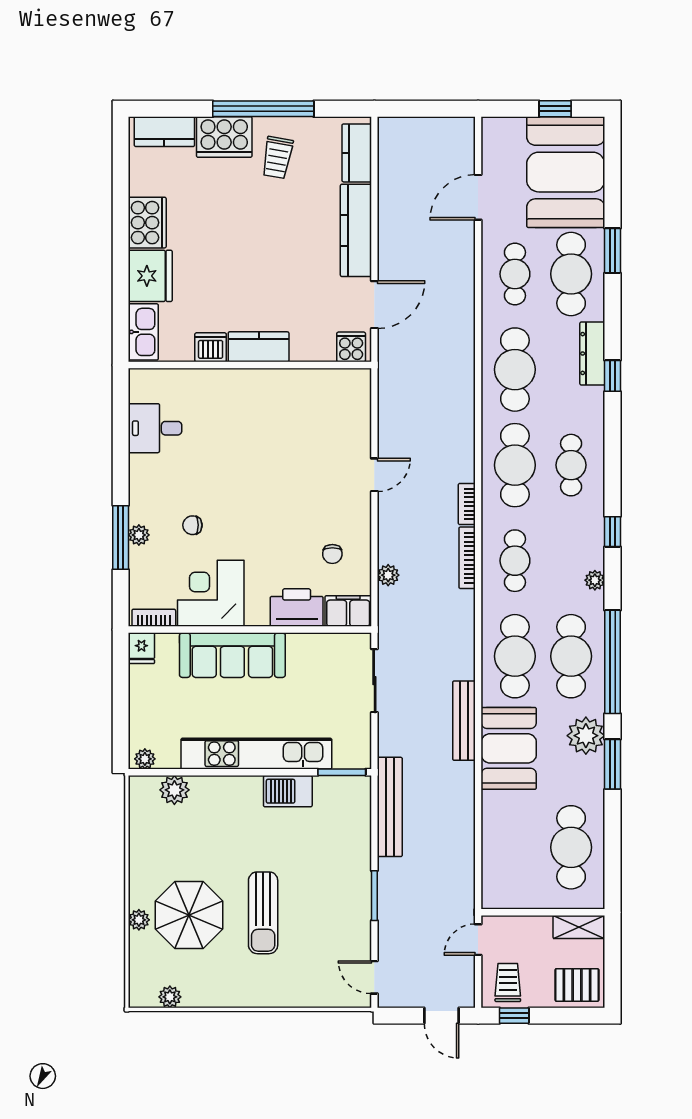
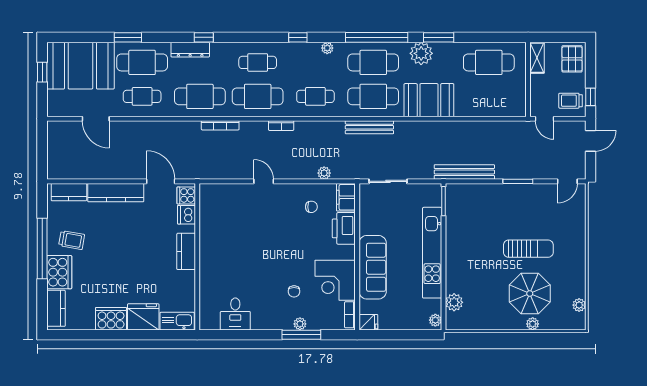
dishwasher: (211, 347) -> (186, 215), moved
bookcase: (467, 558) -> (220, 125), moved
bench: (464, 721) -> (369, 127), moved
barbecue: (288, 791) -> (455, 234), removed

